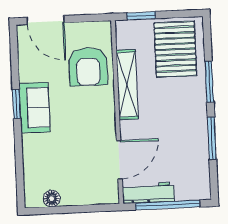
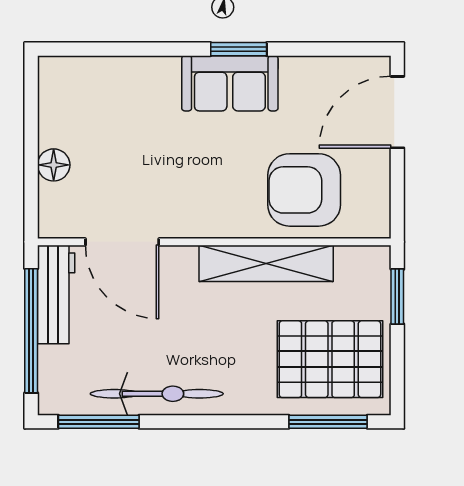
window: (209, 82) -> (328, 422), moved
bicycle: (197, 138) -> (157, 394), added
window: (212, 138) -> (99, 422), moved
floor lamp: (52, 199) -> (54, 165), moved

